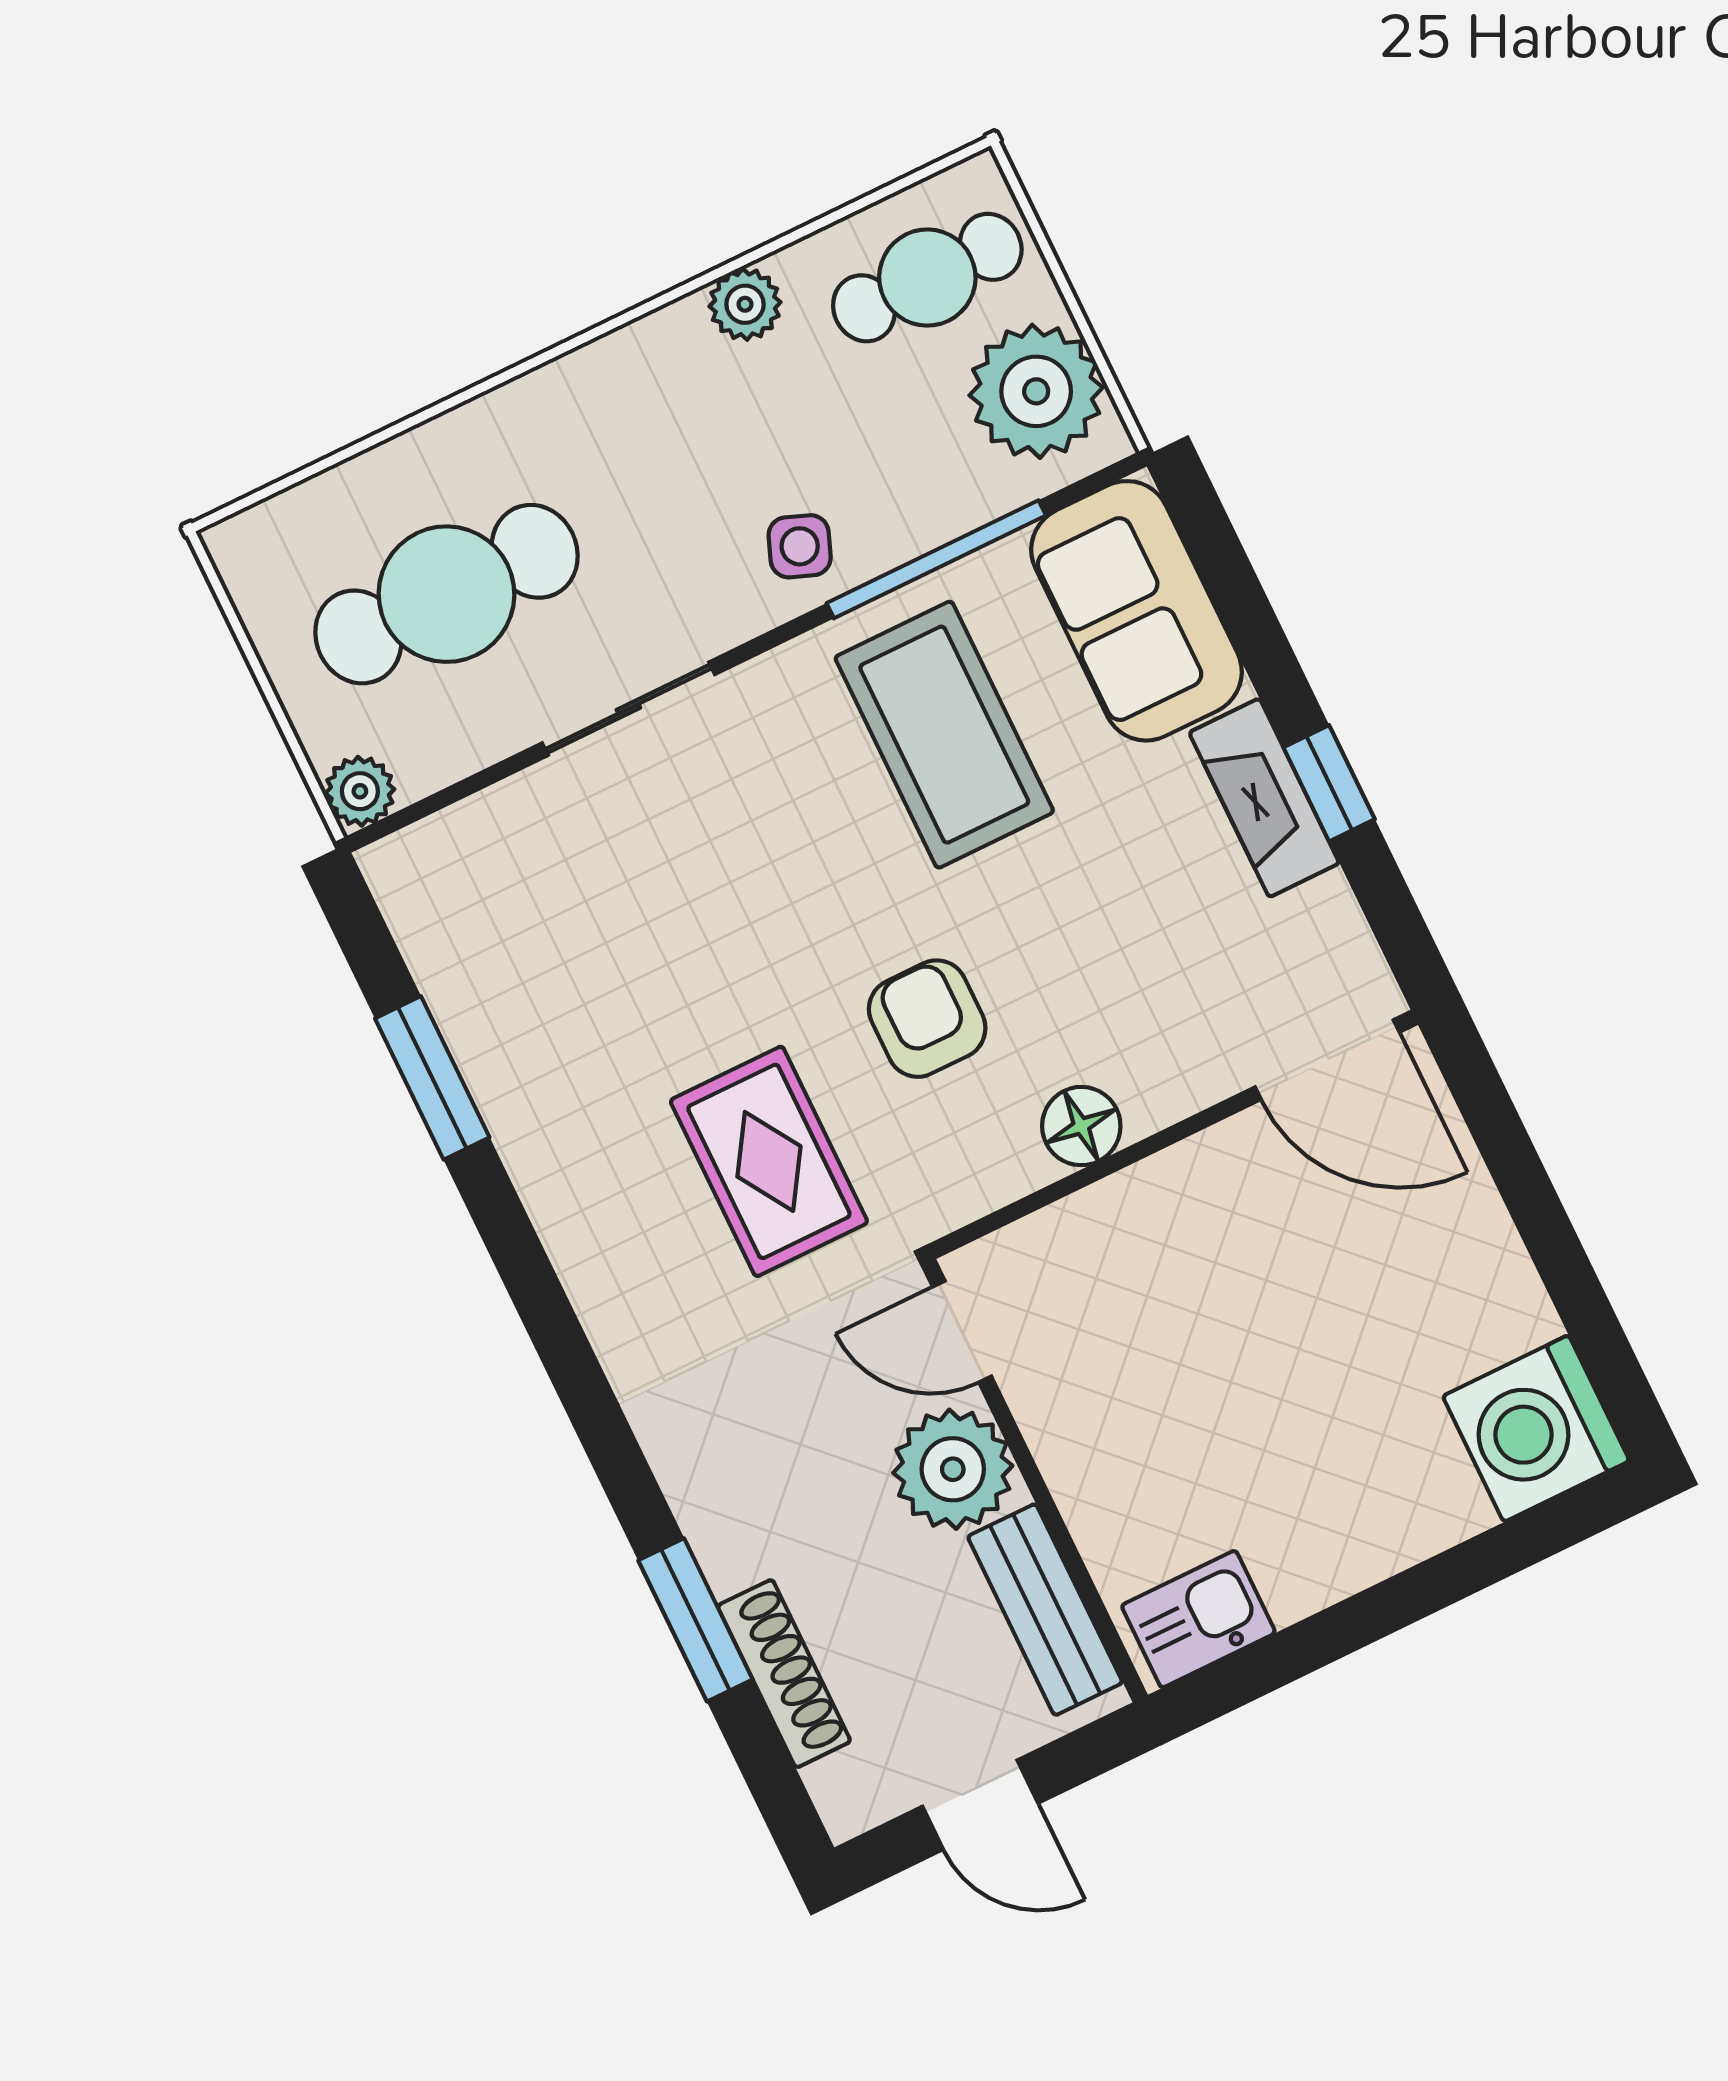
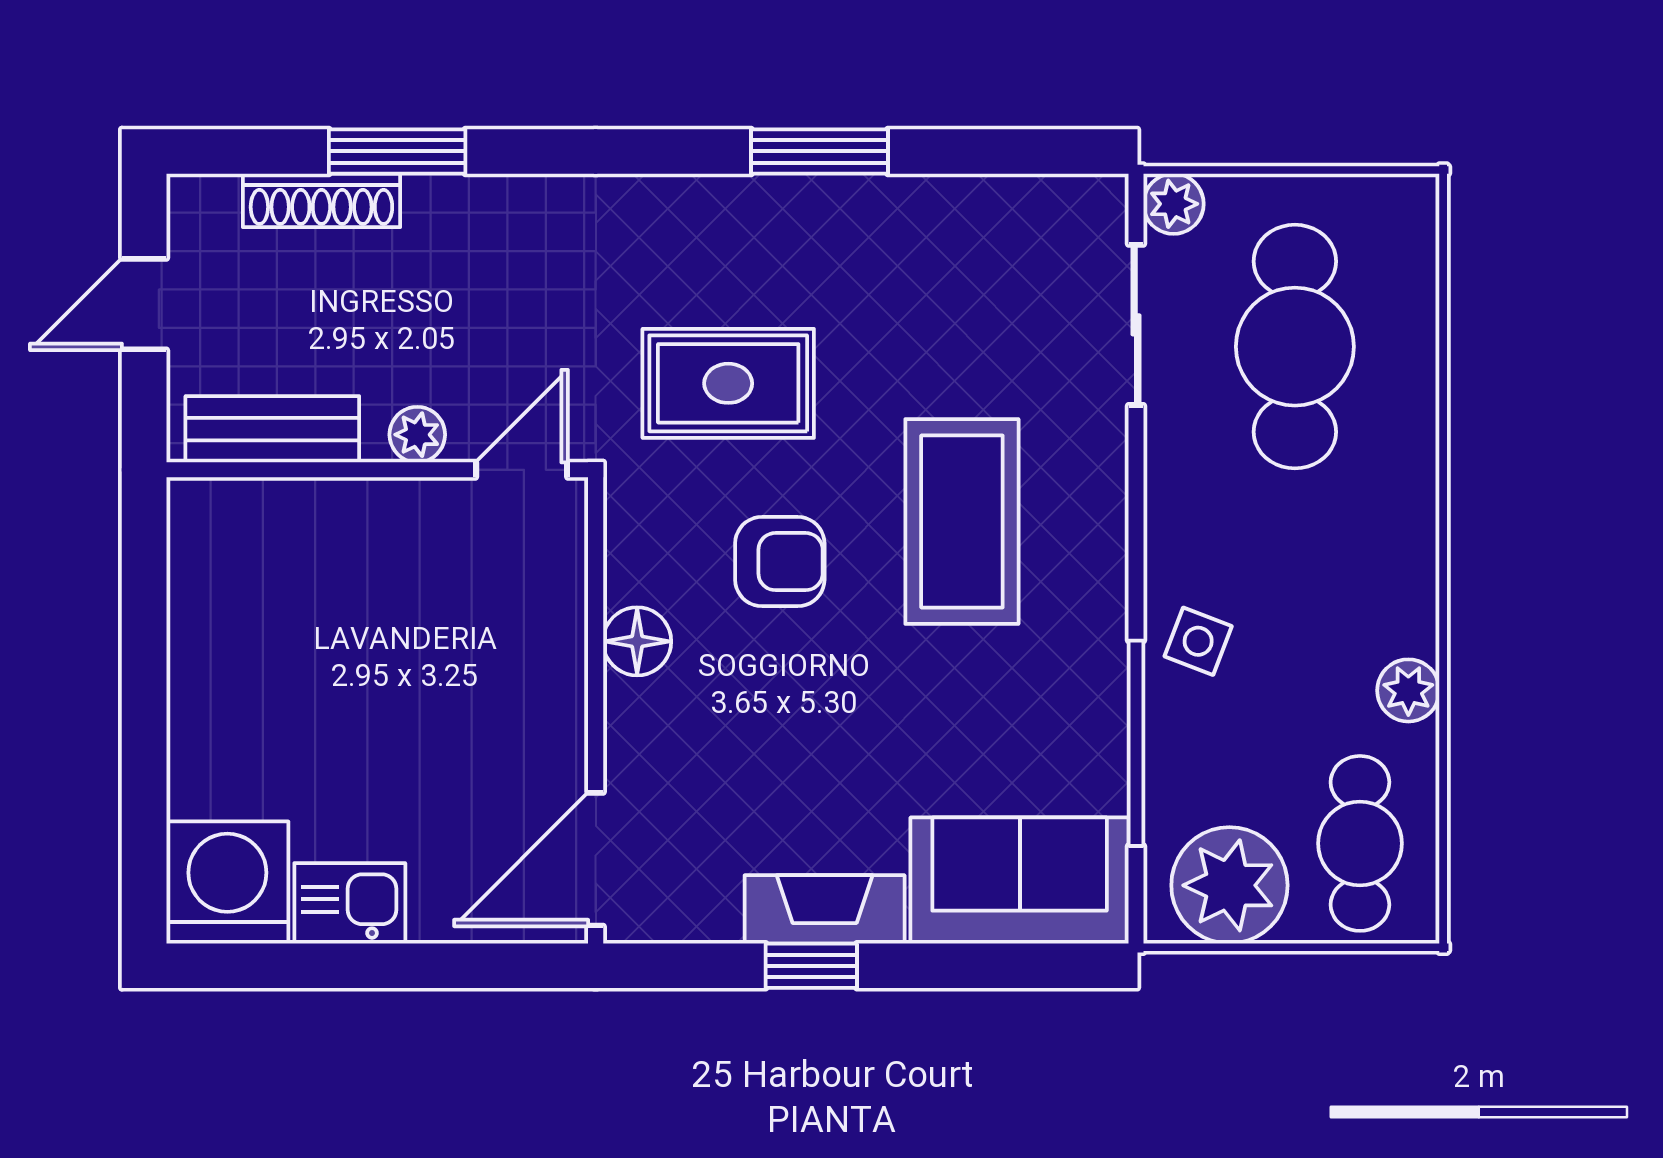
sliding door: (628, 709) -> (1136, 325), moved
coffee table: (944, 735) -> (962, 521), moved, turned 90
window: (432, 1078) -> (820, 151), moved
plant: (953, 1469) -> (417, 435), width x0.53, depth x0.53
kitchen sink: (1198, 1619) -> (350, 903), moved, turned -90

